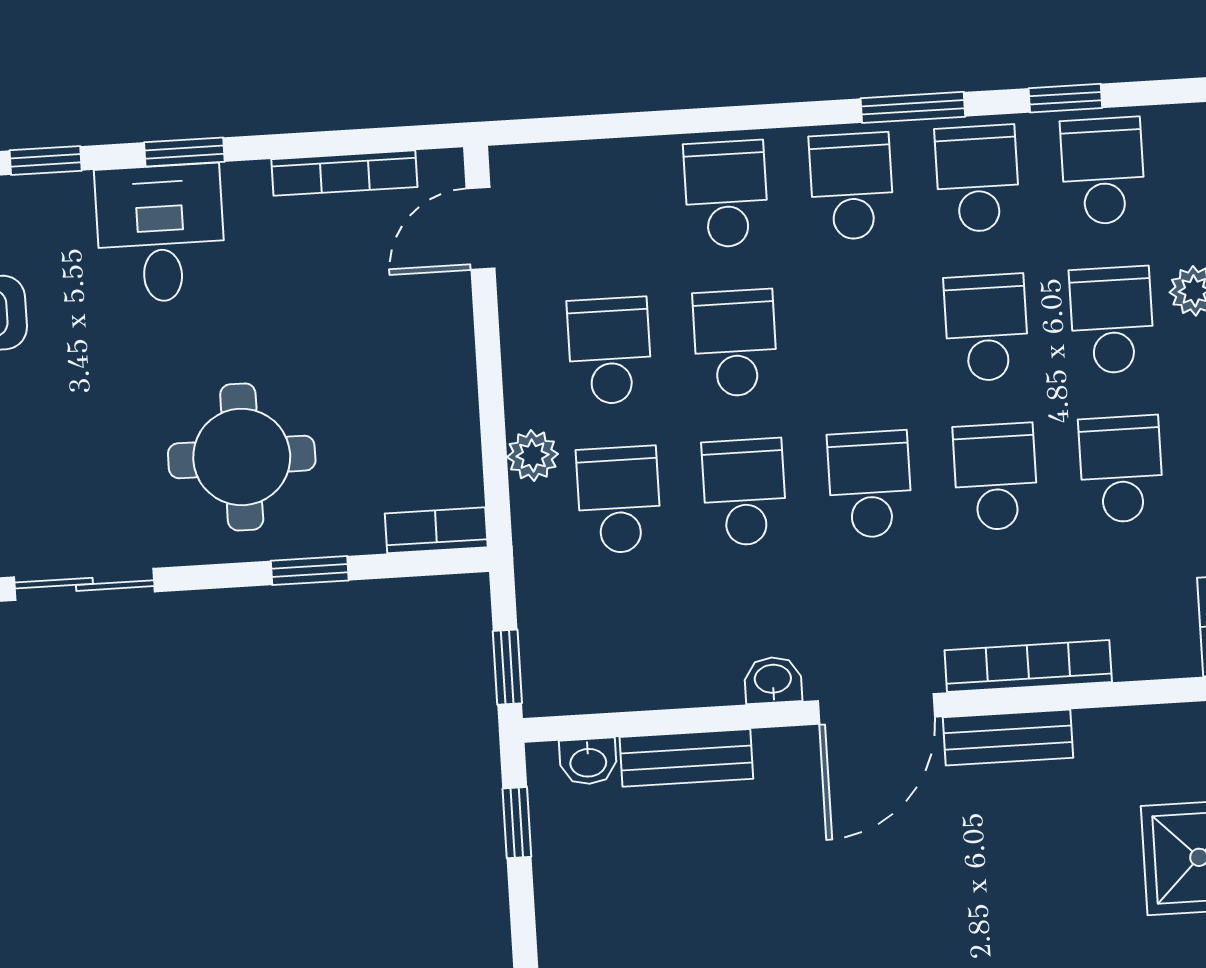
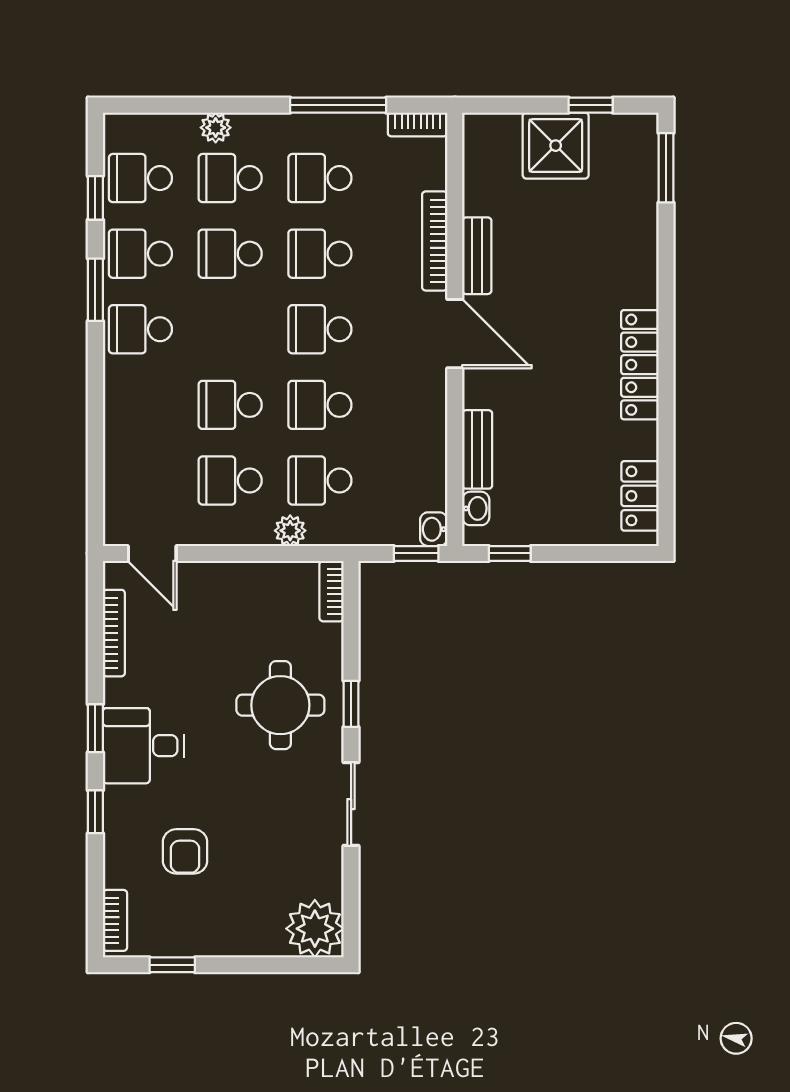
school desk: (726, 194) -> (140, 405), removed
window: (310, 571) -> (351, 704), moved
washbasin: (773, 680) -> (434, 529), moved

